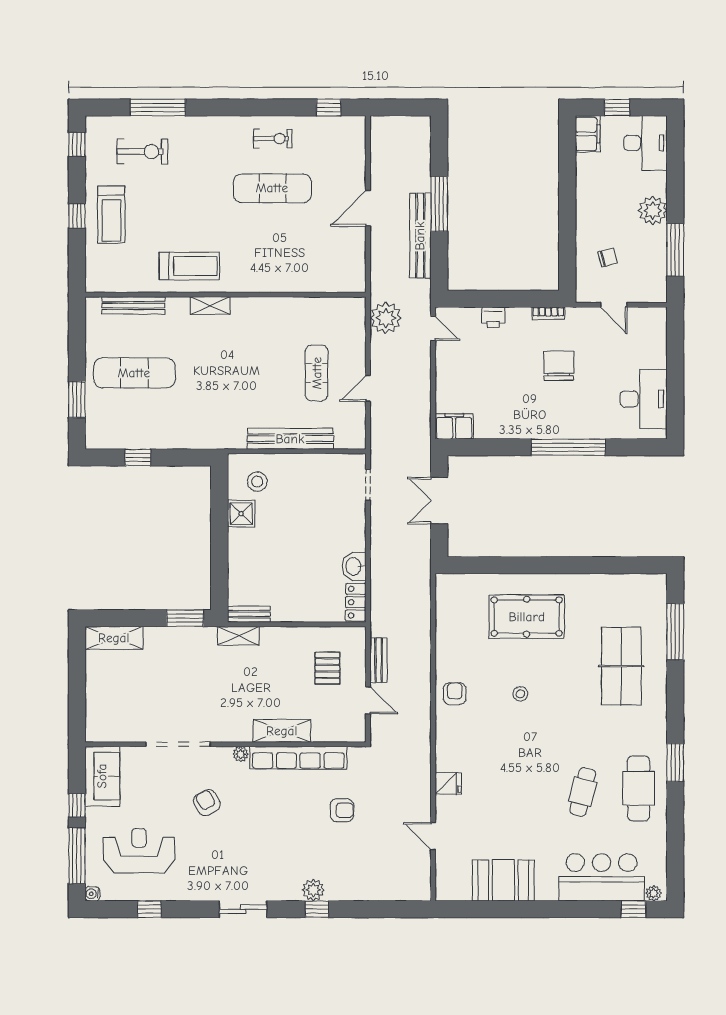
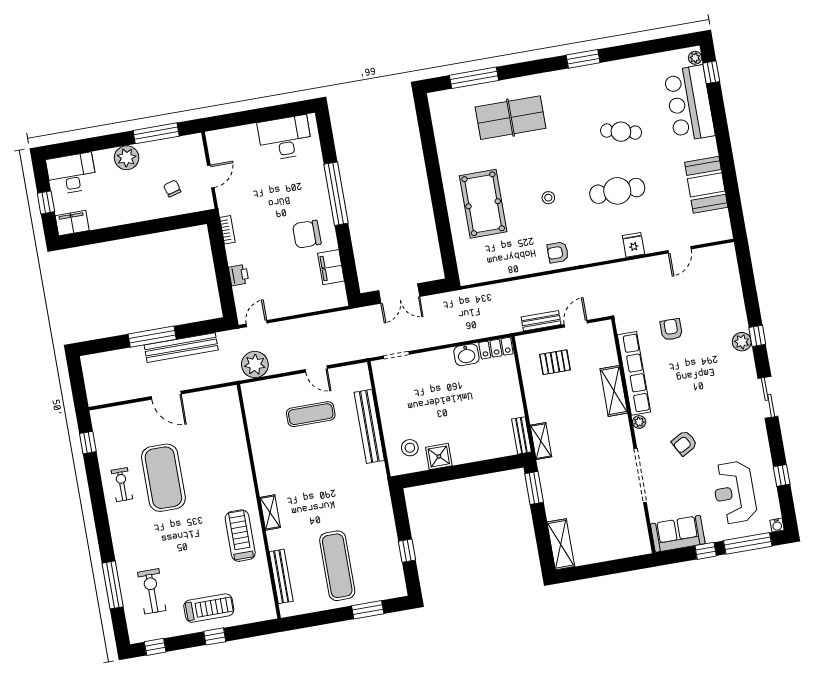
exercise mat: (272, 188) -> (163, 478), width x1.47
chair: (559, 366) -> (307, 234), moved
filing cabinet: (454, 426) -> (331, 267), moved
cafe table: (639, 788) -> (617, 191), moved

